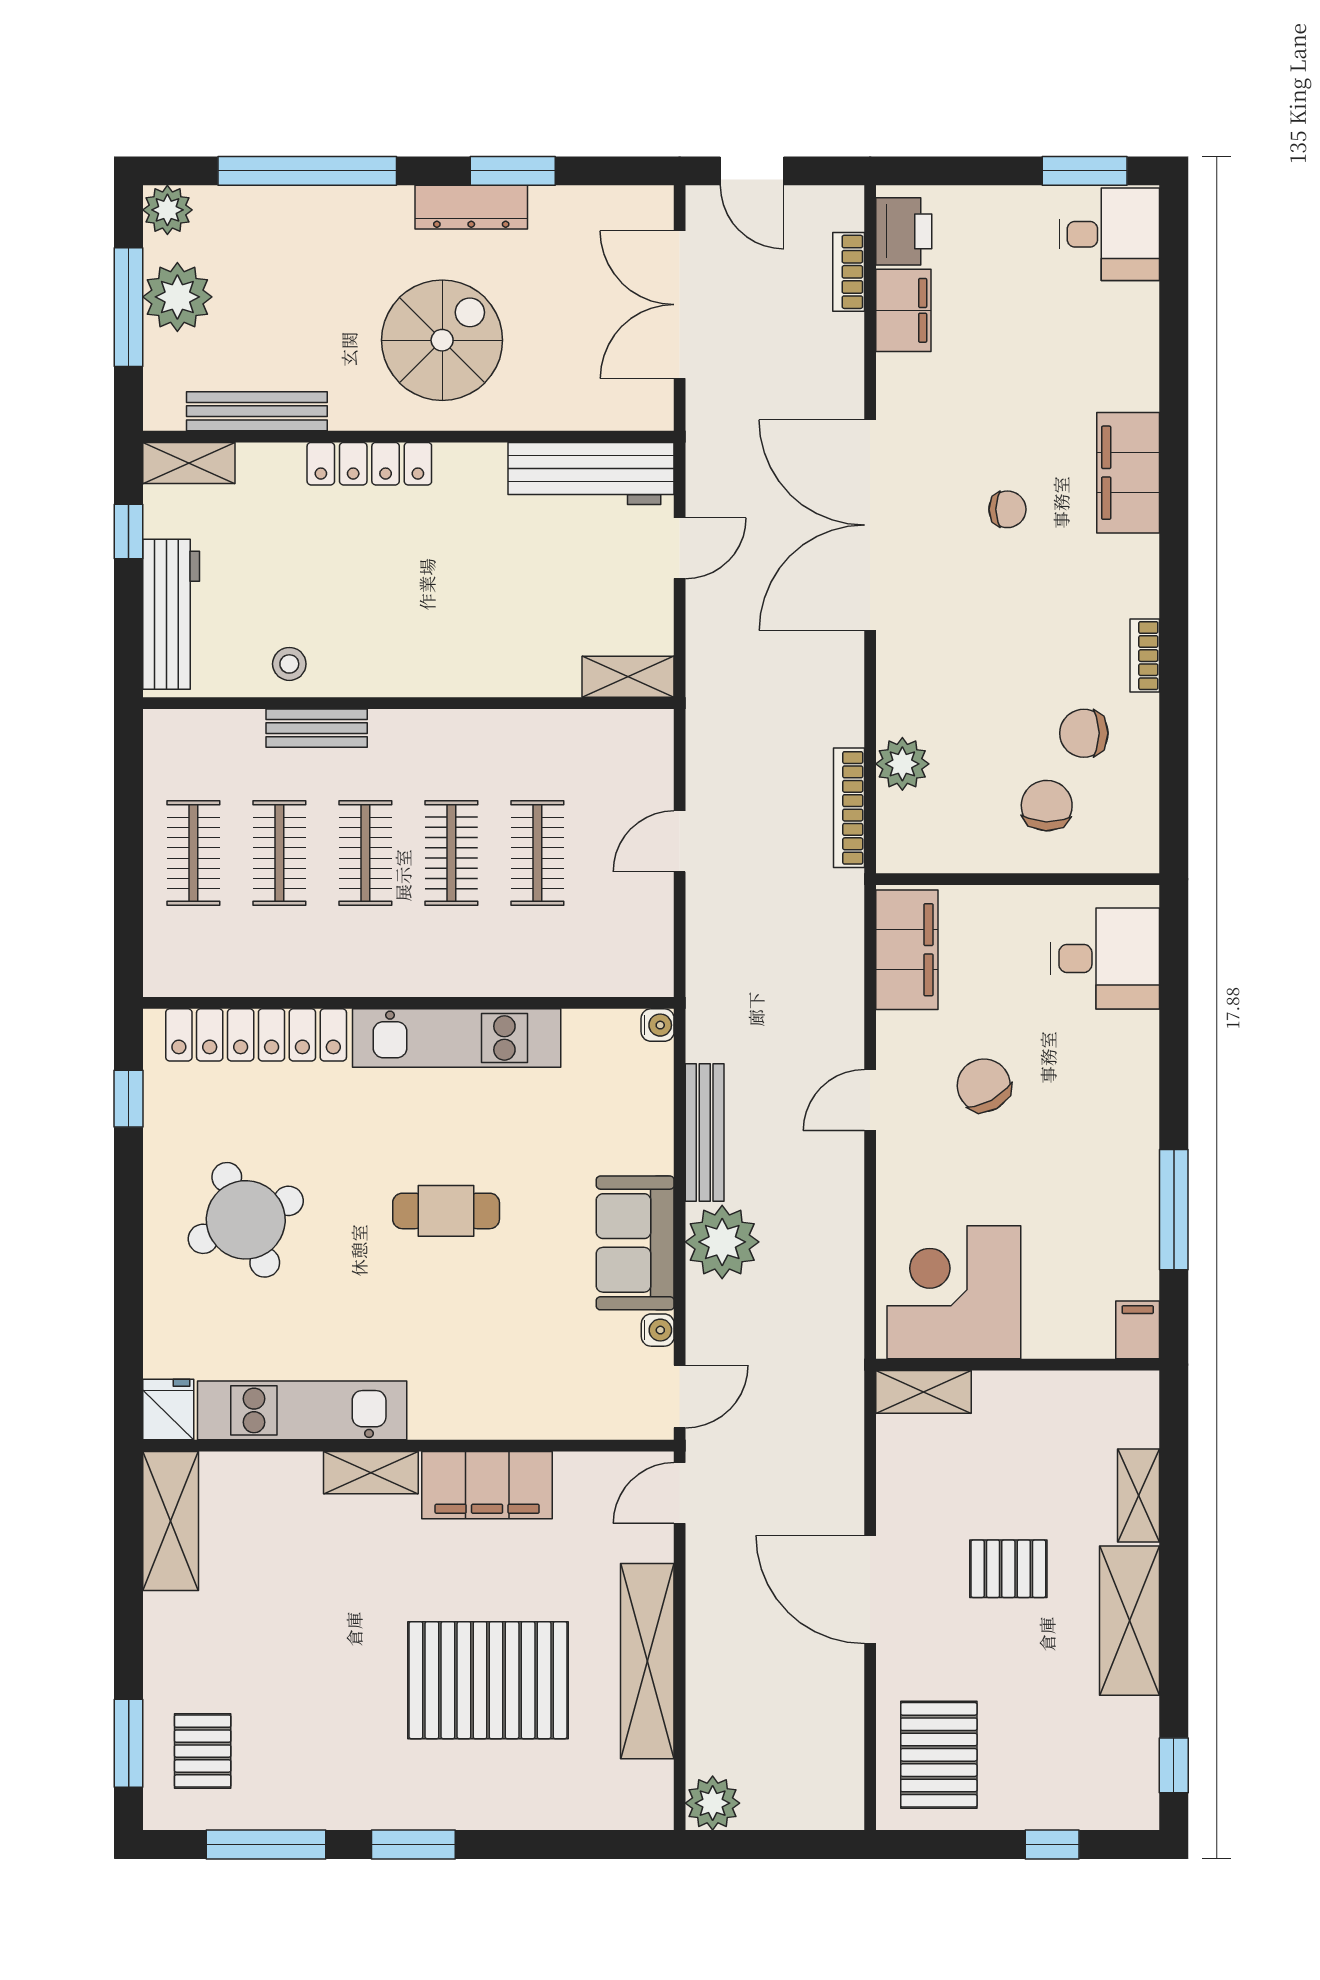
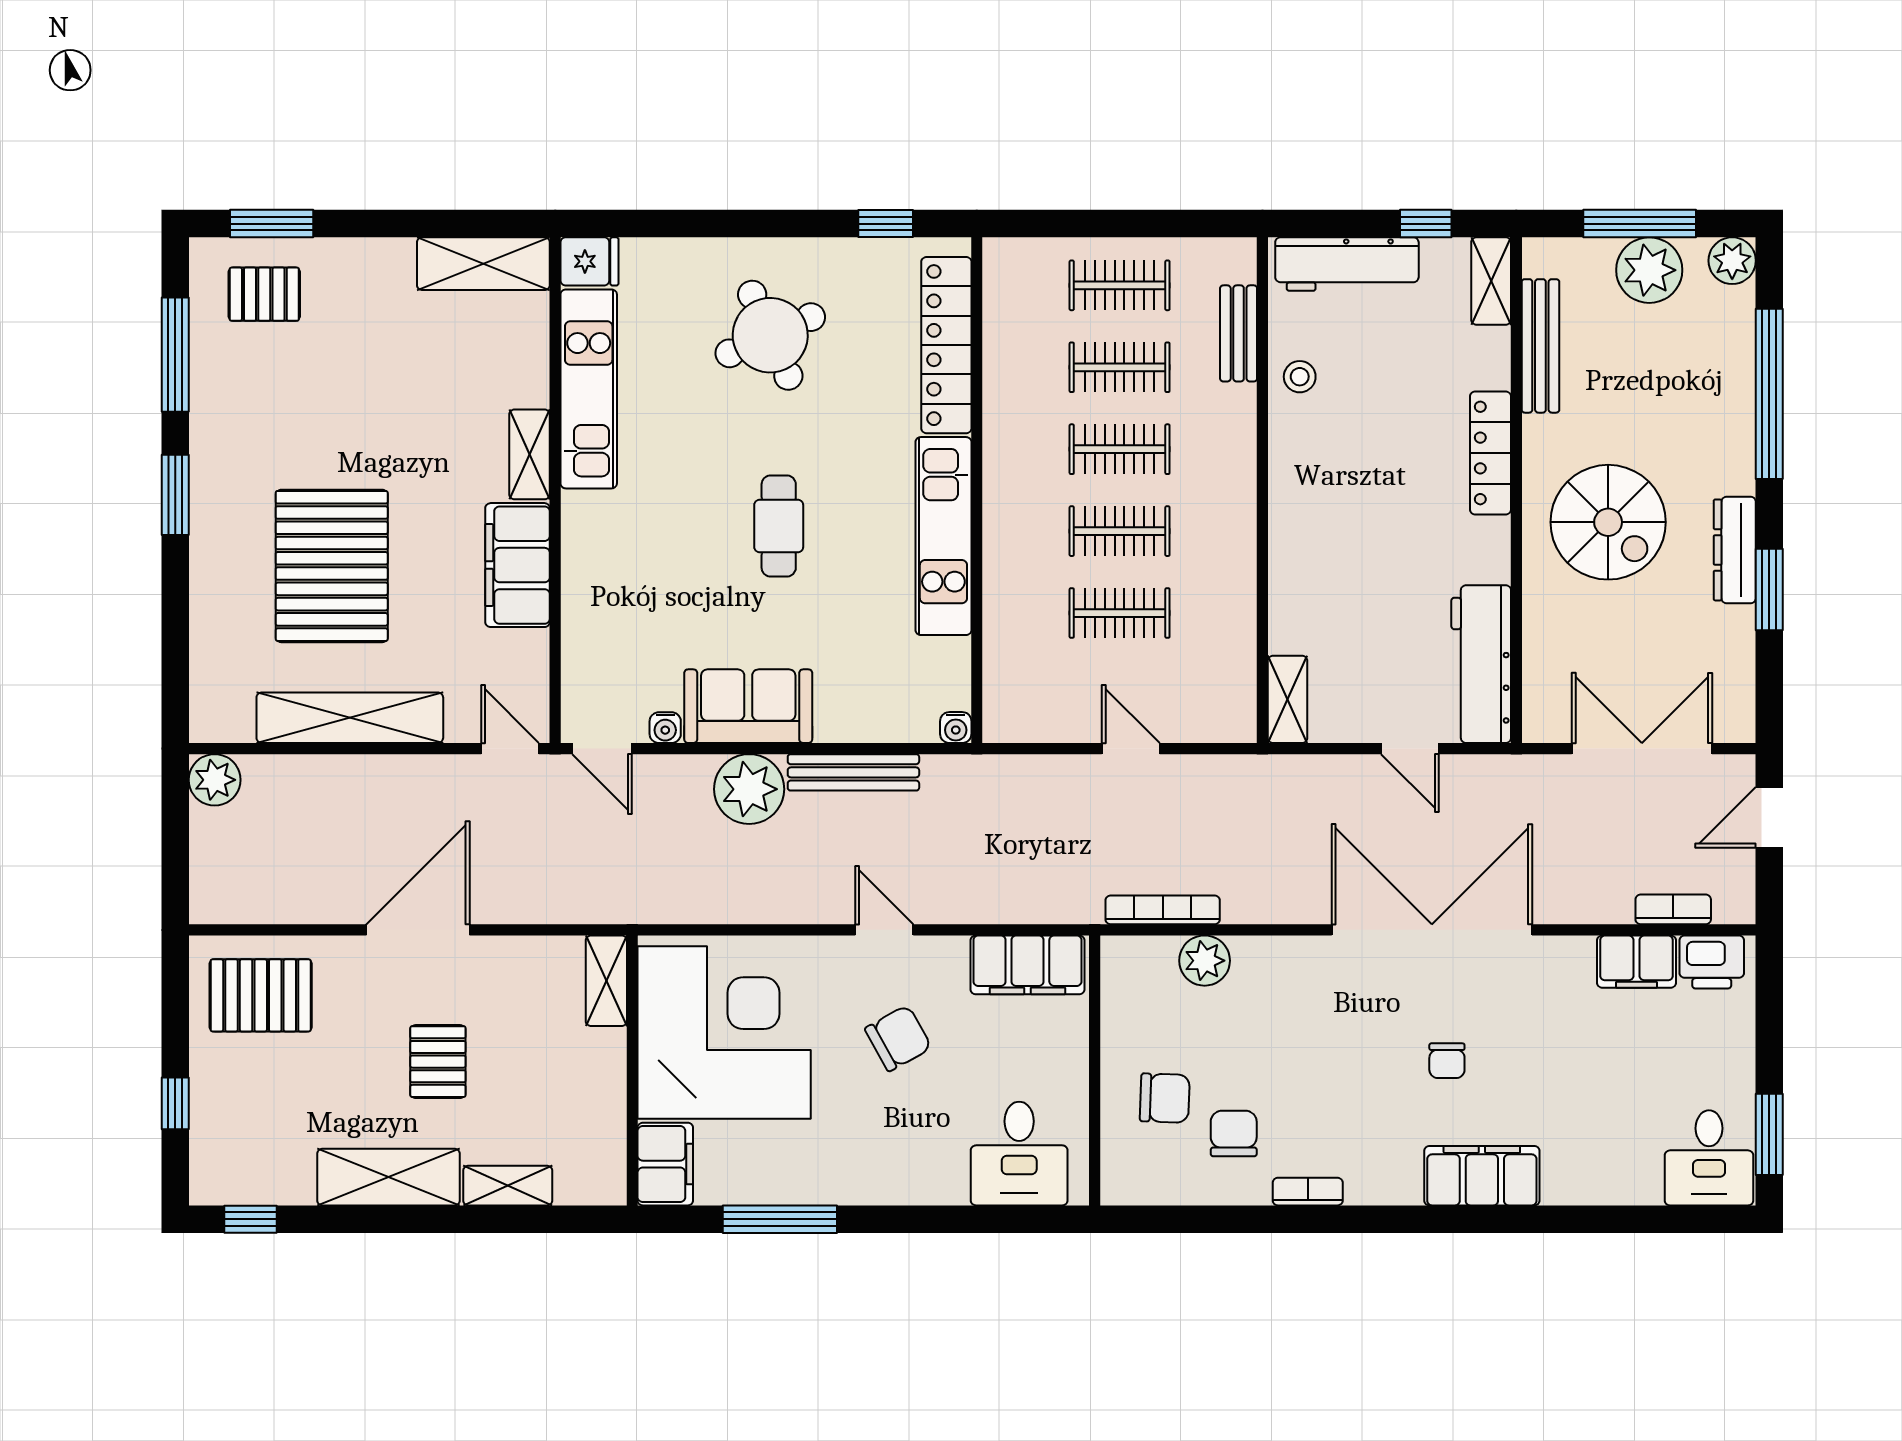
bench: (317, 728) -> (1239, 333), moved
corner desk: (954, 1292) -> (724, 1033), width x1.36, depth x1.36
filing cabinet: (1138, 1330) -> (665, 1164), width x2.00

